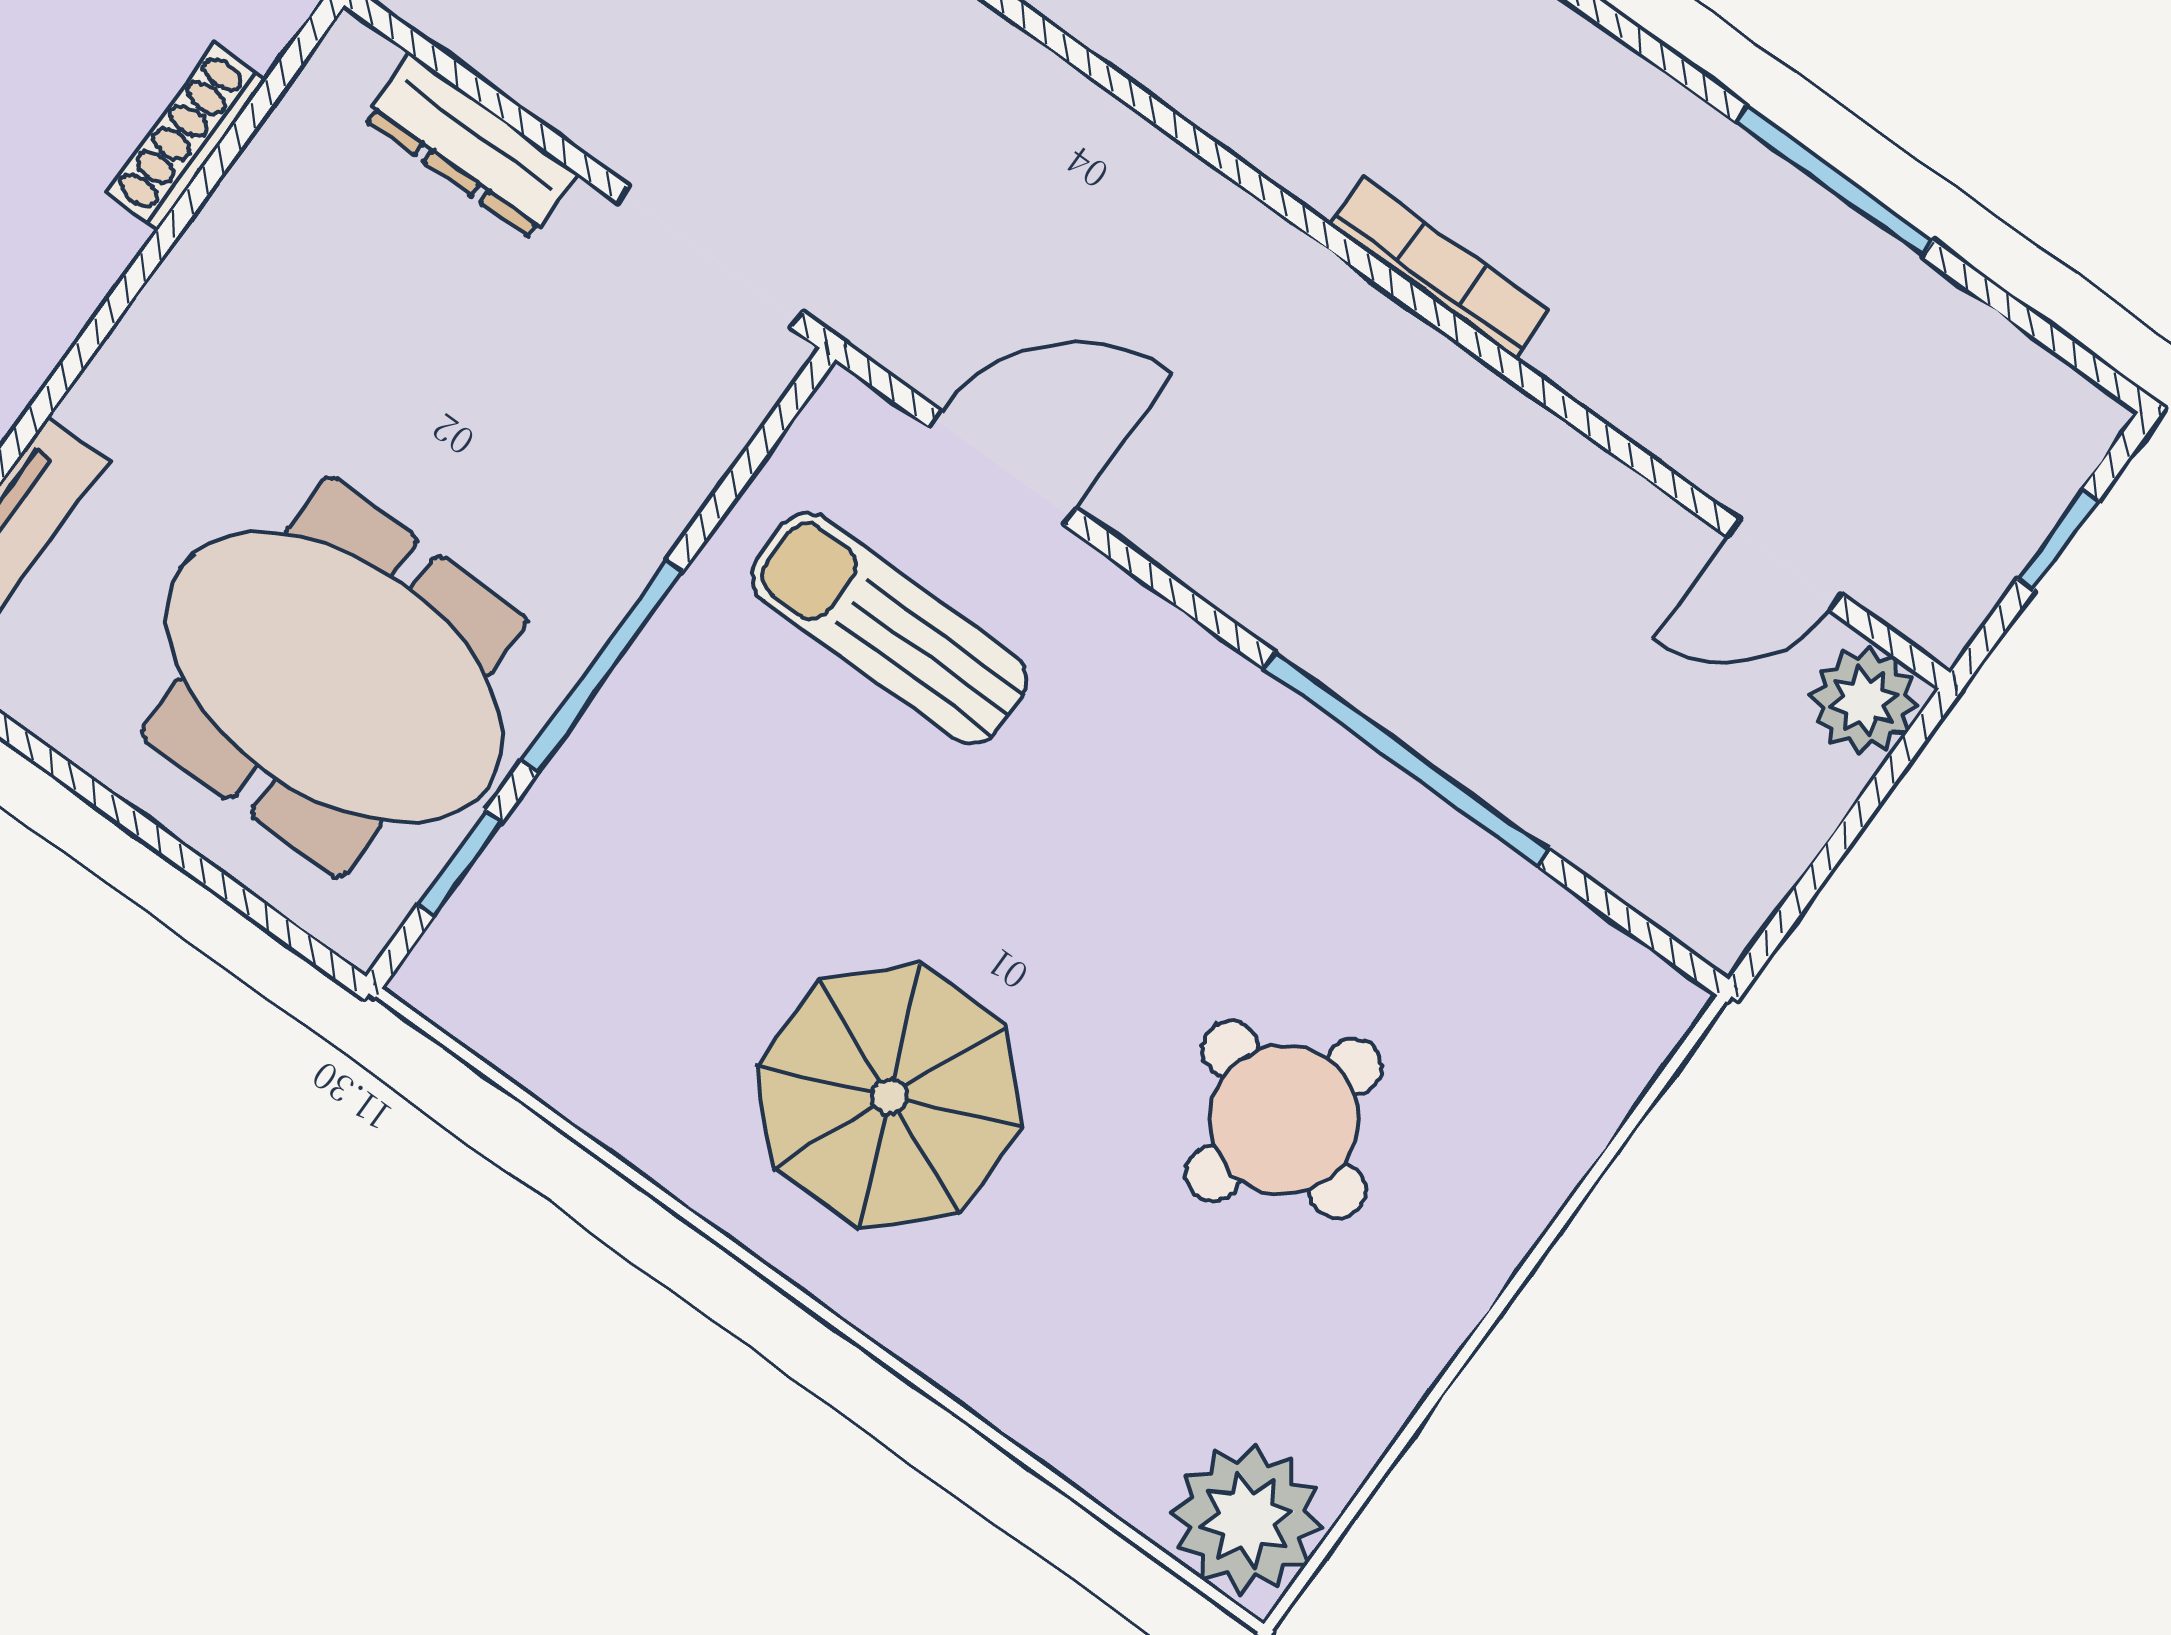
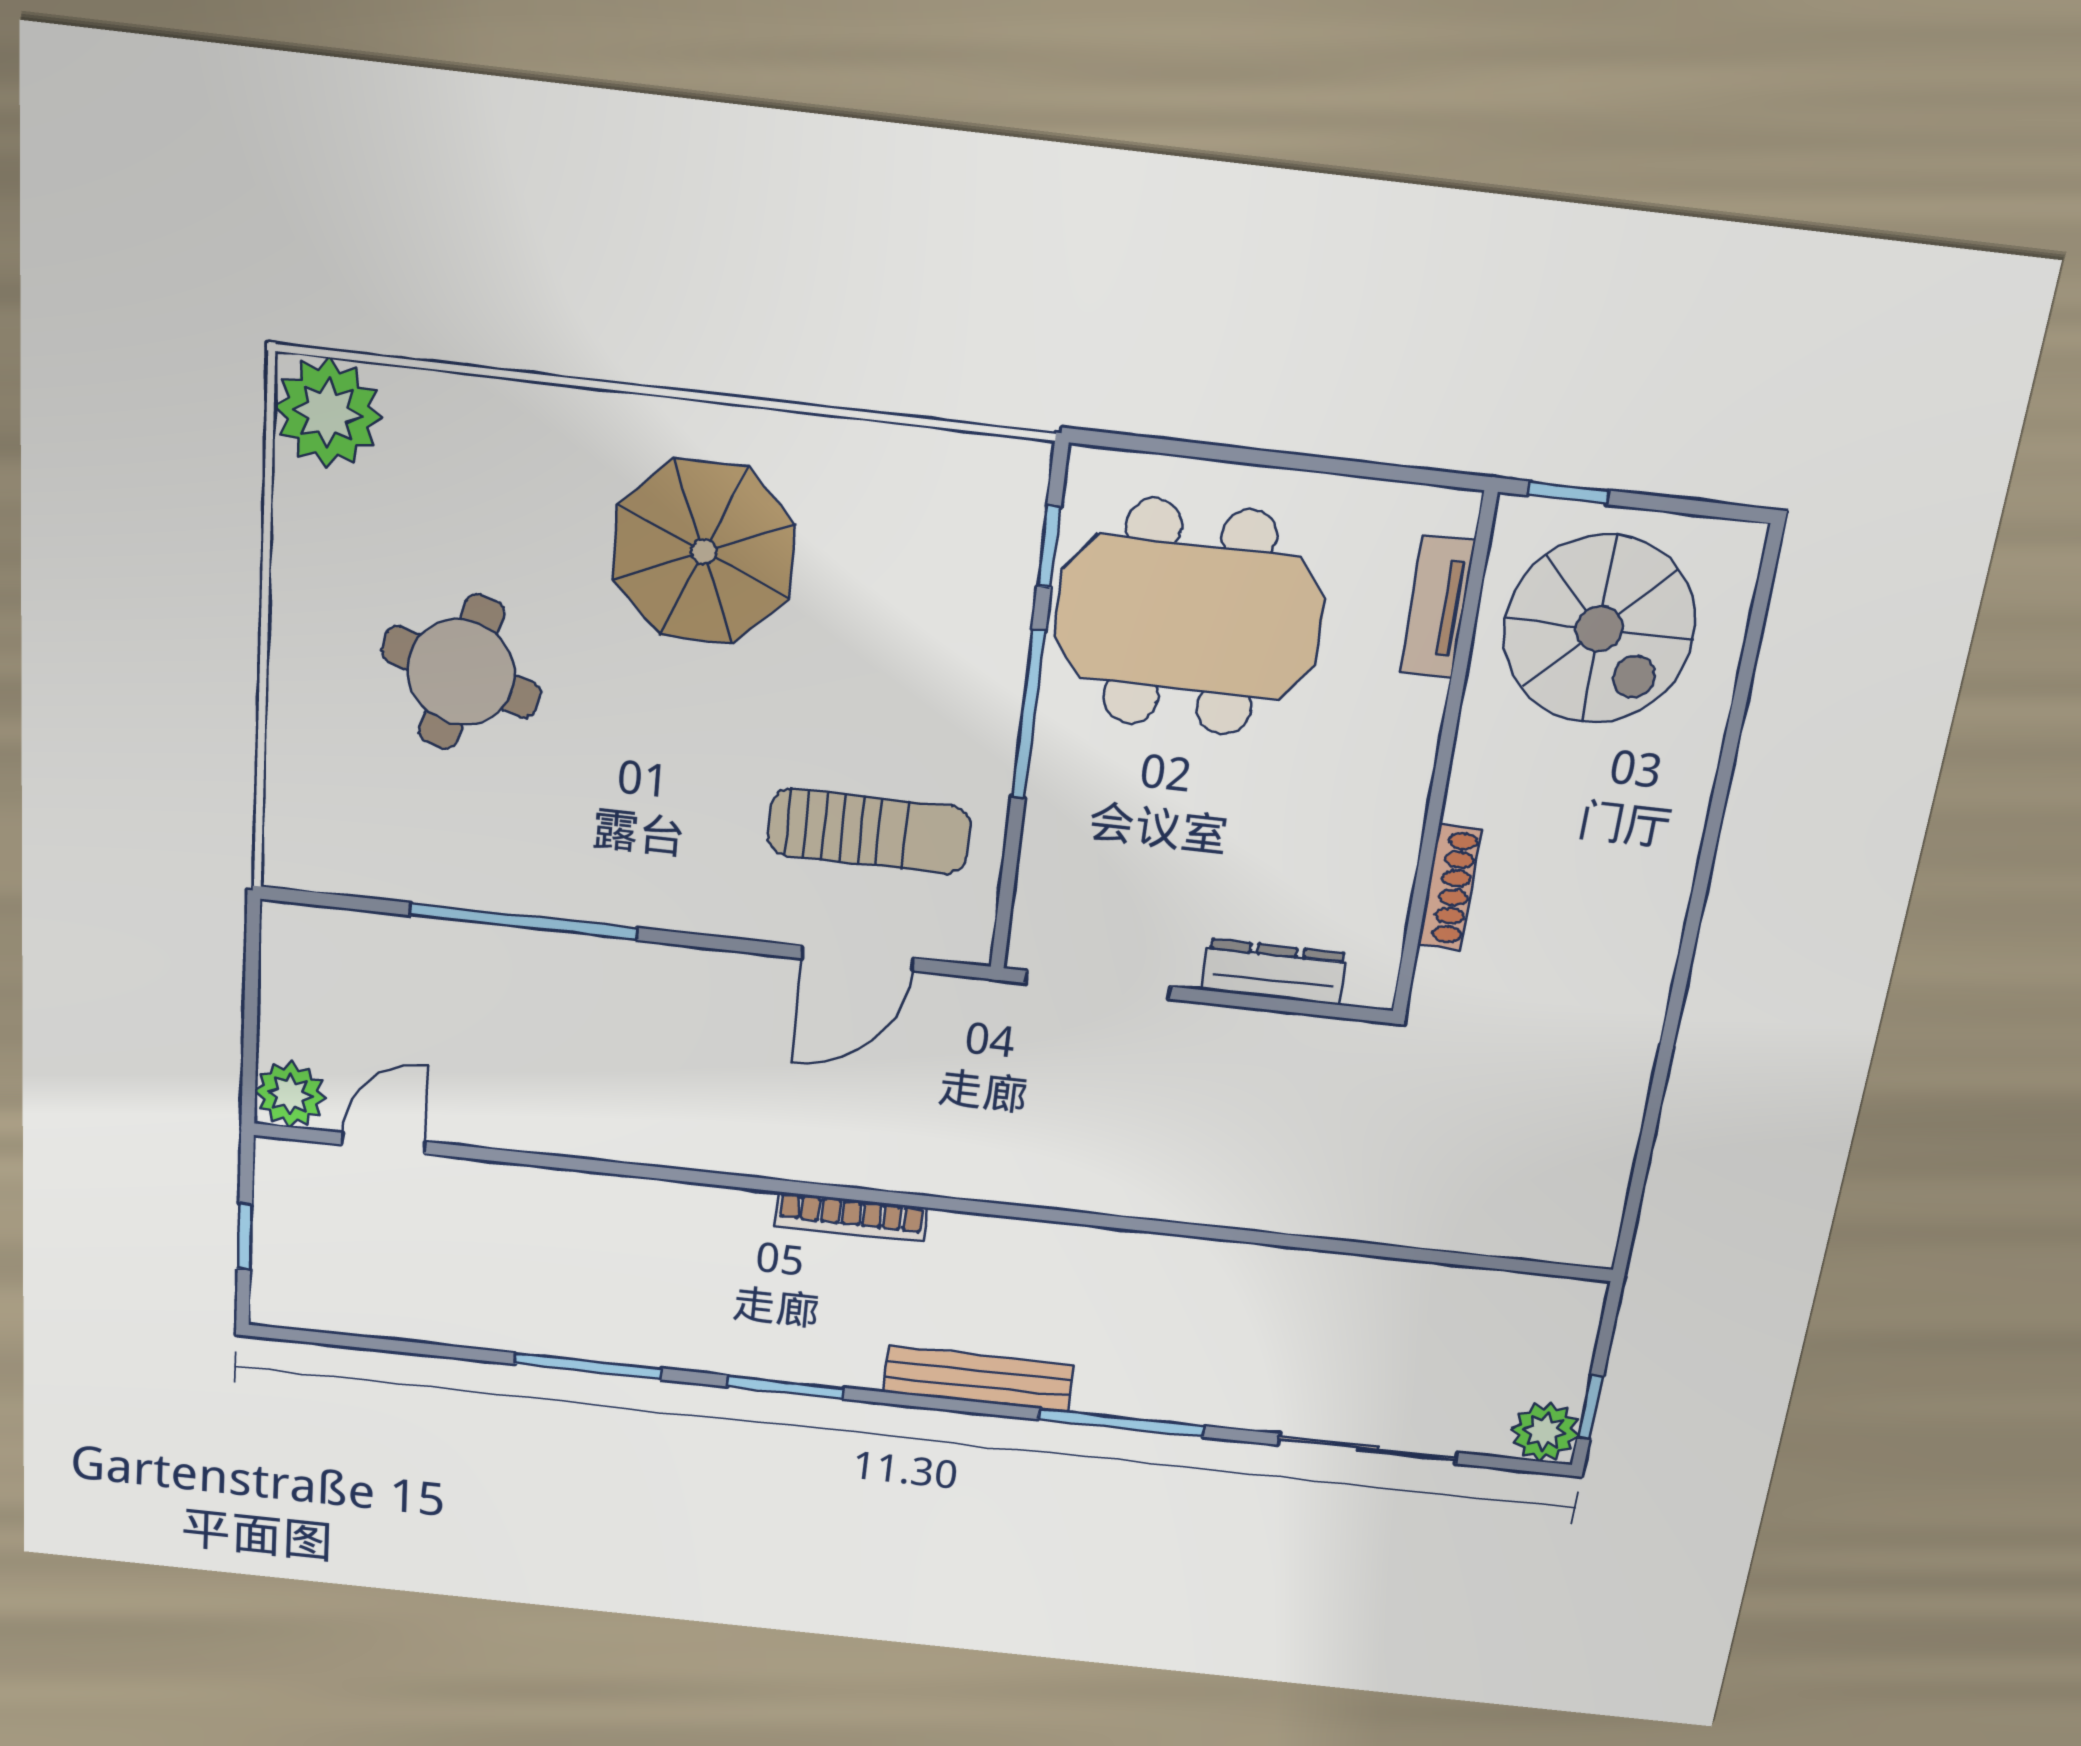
window: (1835, 182) -> (588, 1366), moved
bookcase: (1439, 268) -> (851, 1217), moved

